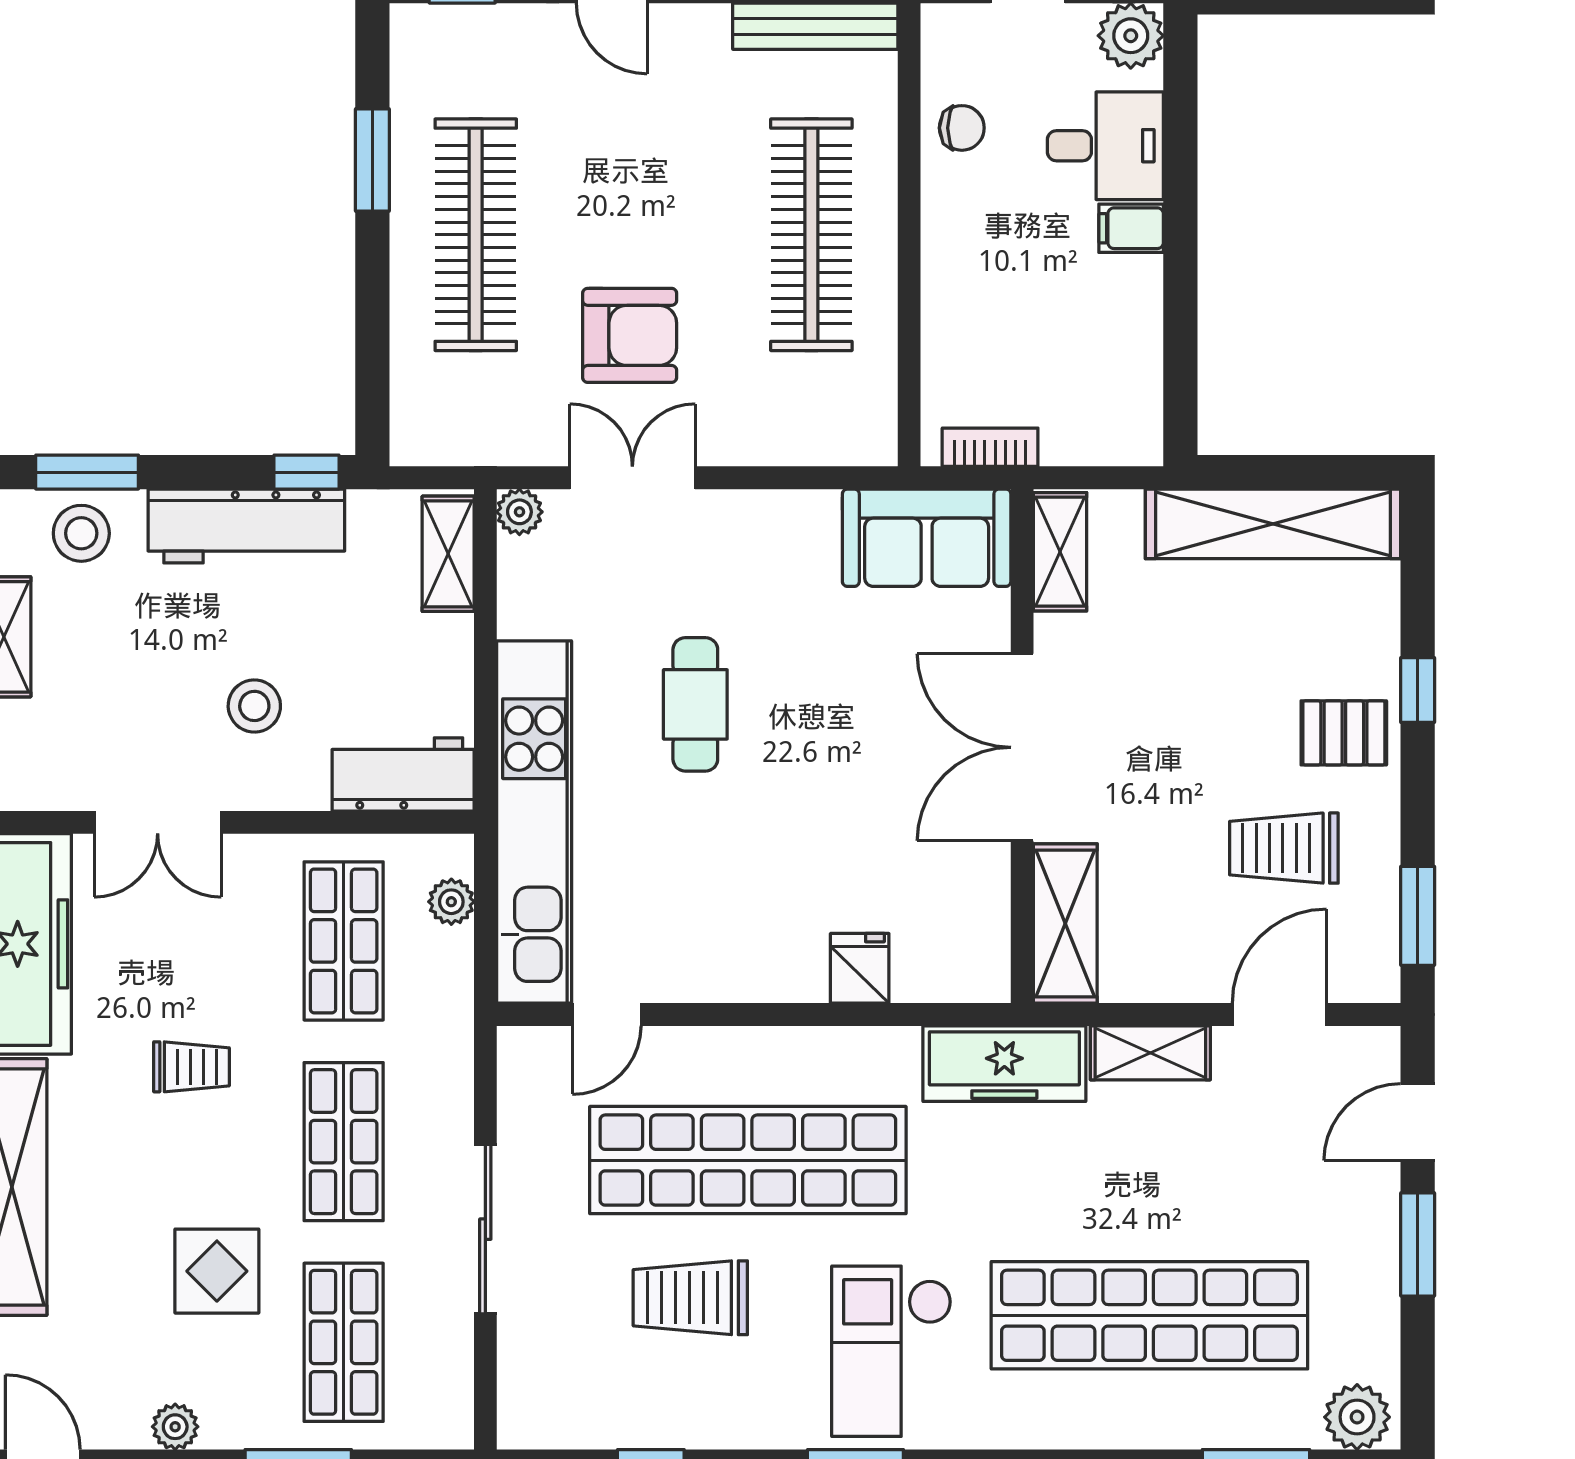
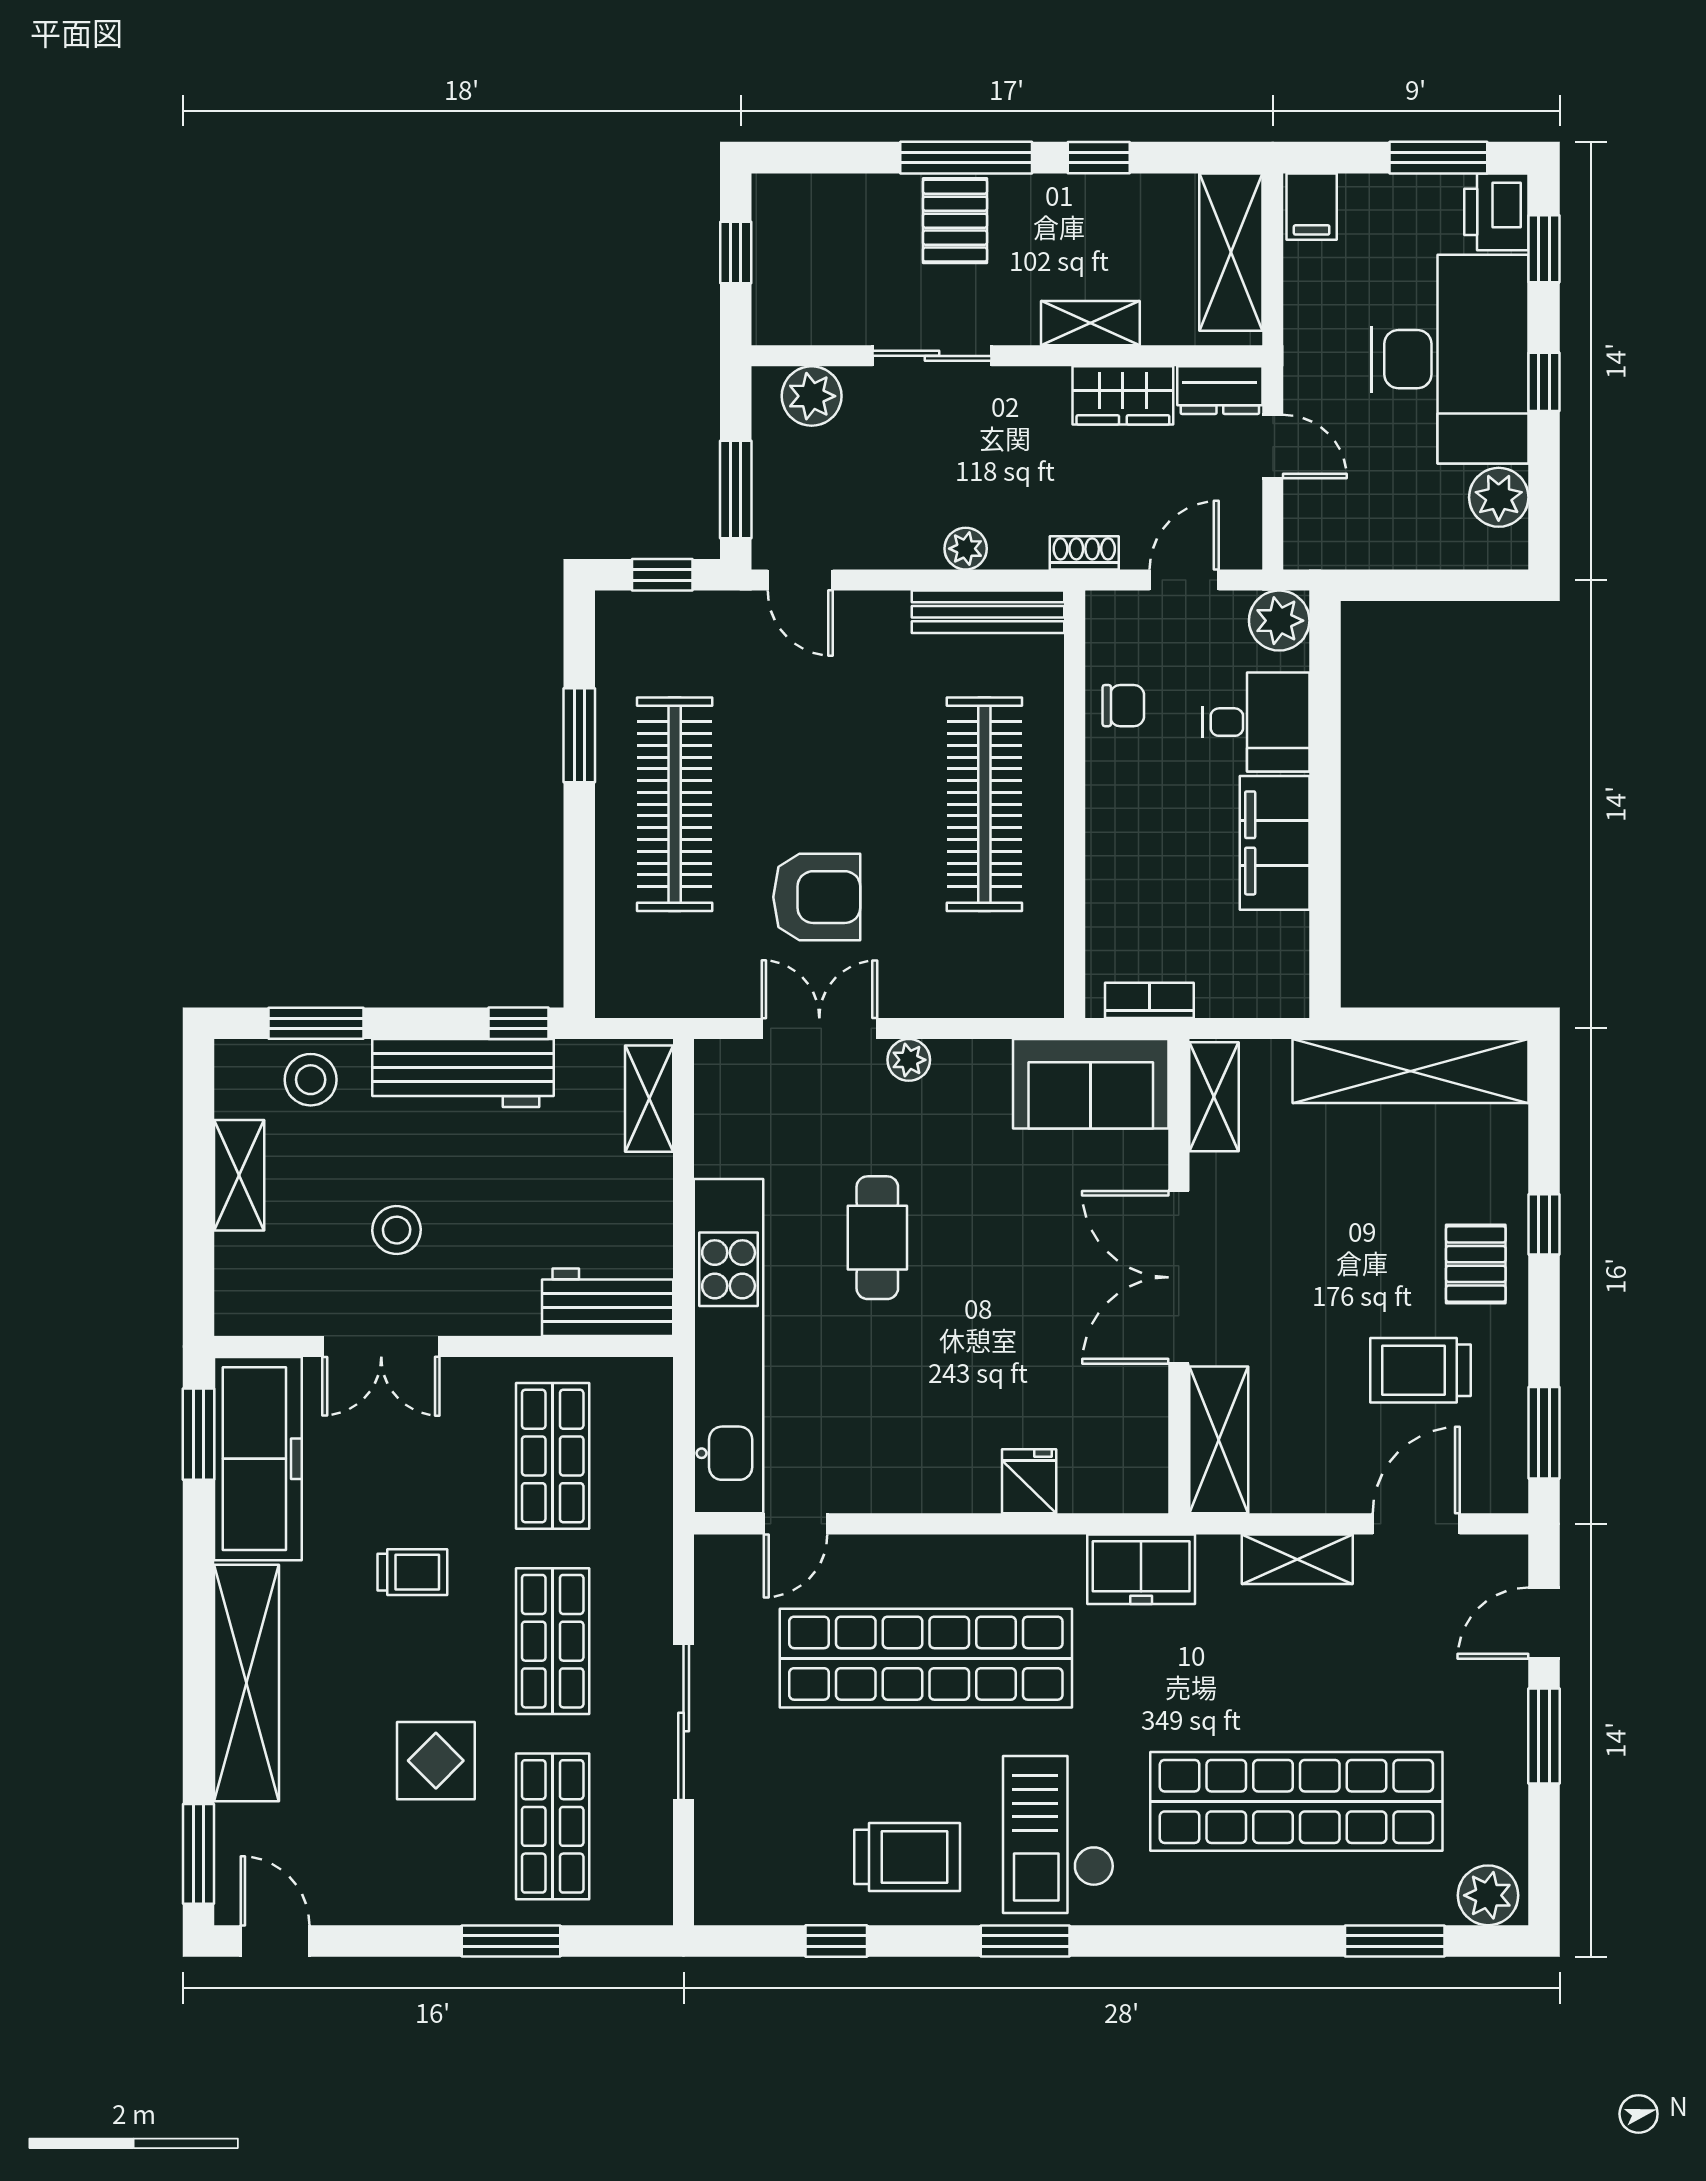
filing cabinet: (1131, 228) -> (1275, 843), width x3.00, depth x1.17
plant: (519, 512) -> (909, 1060), moved
stool: (254, 706) -> (397, 1230), moved
pallet: (1344, 733) -> (1476, 1264), turned 90
plant: (451, 902) -> (652, 1420), removed
freezer: (1004, 1064) -> (1141, 1569), width x0.71
trolley: (690, 1298) -> (907, 1857), moved, turned 180
plant: (175, 1427) -> (397, 1904), removed

